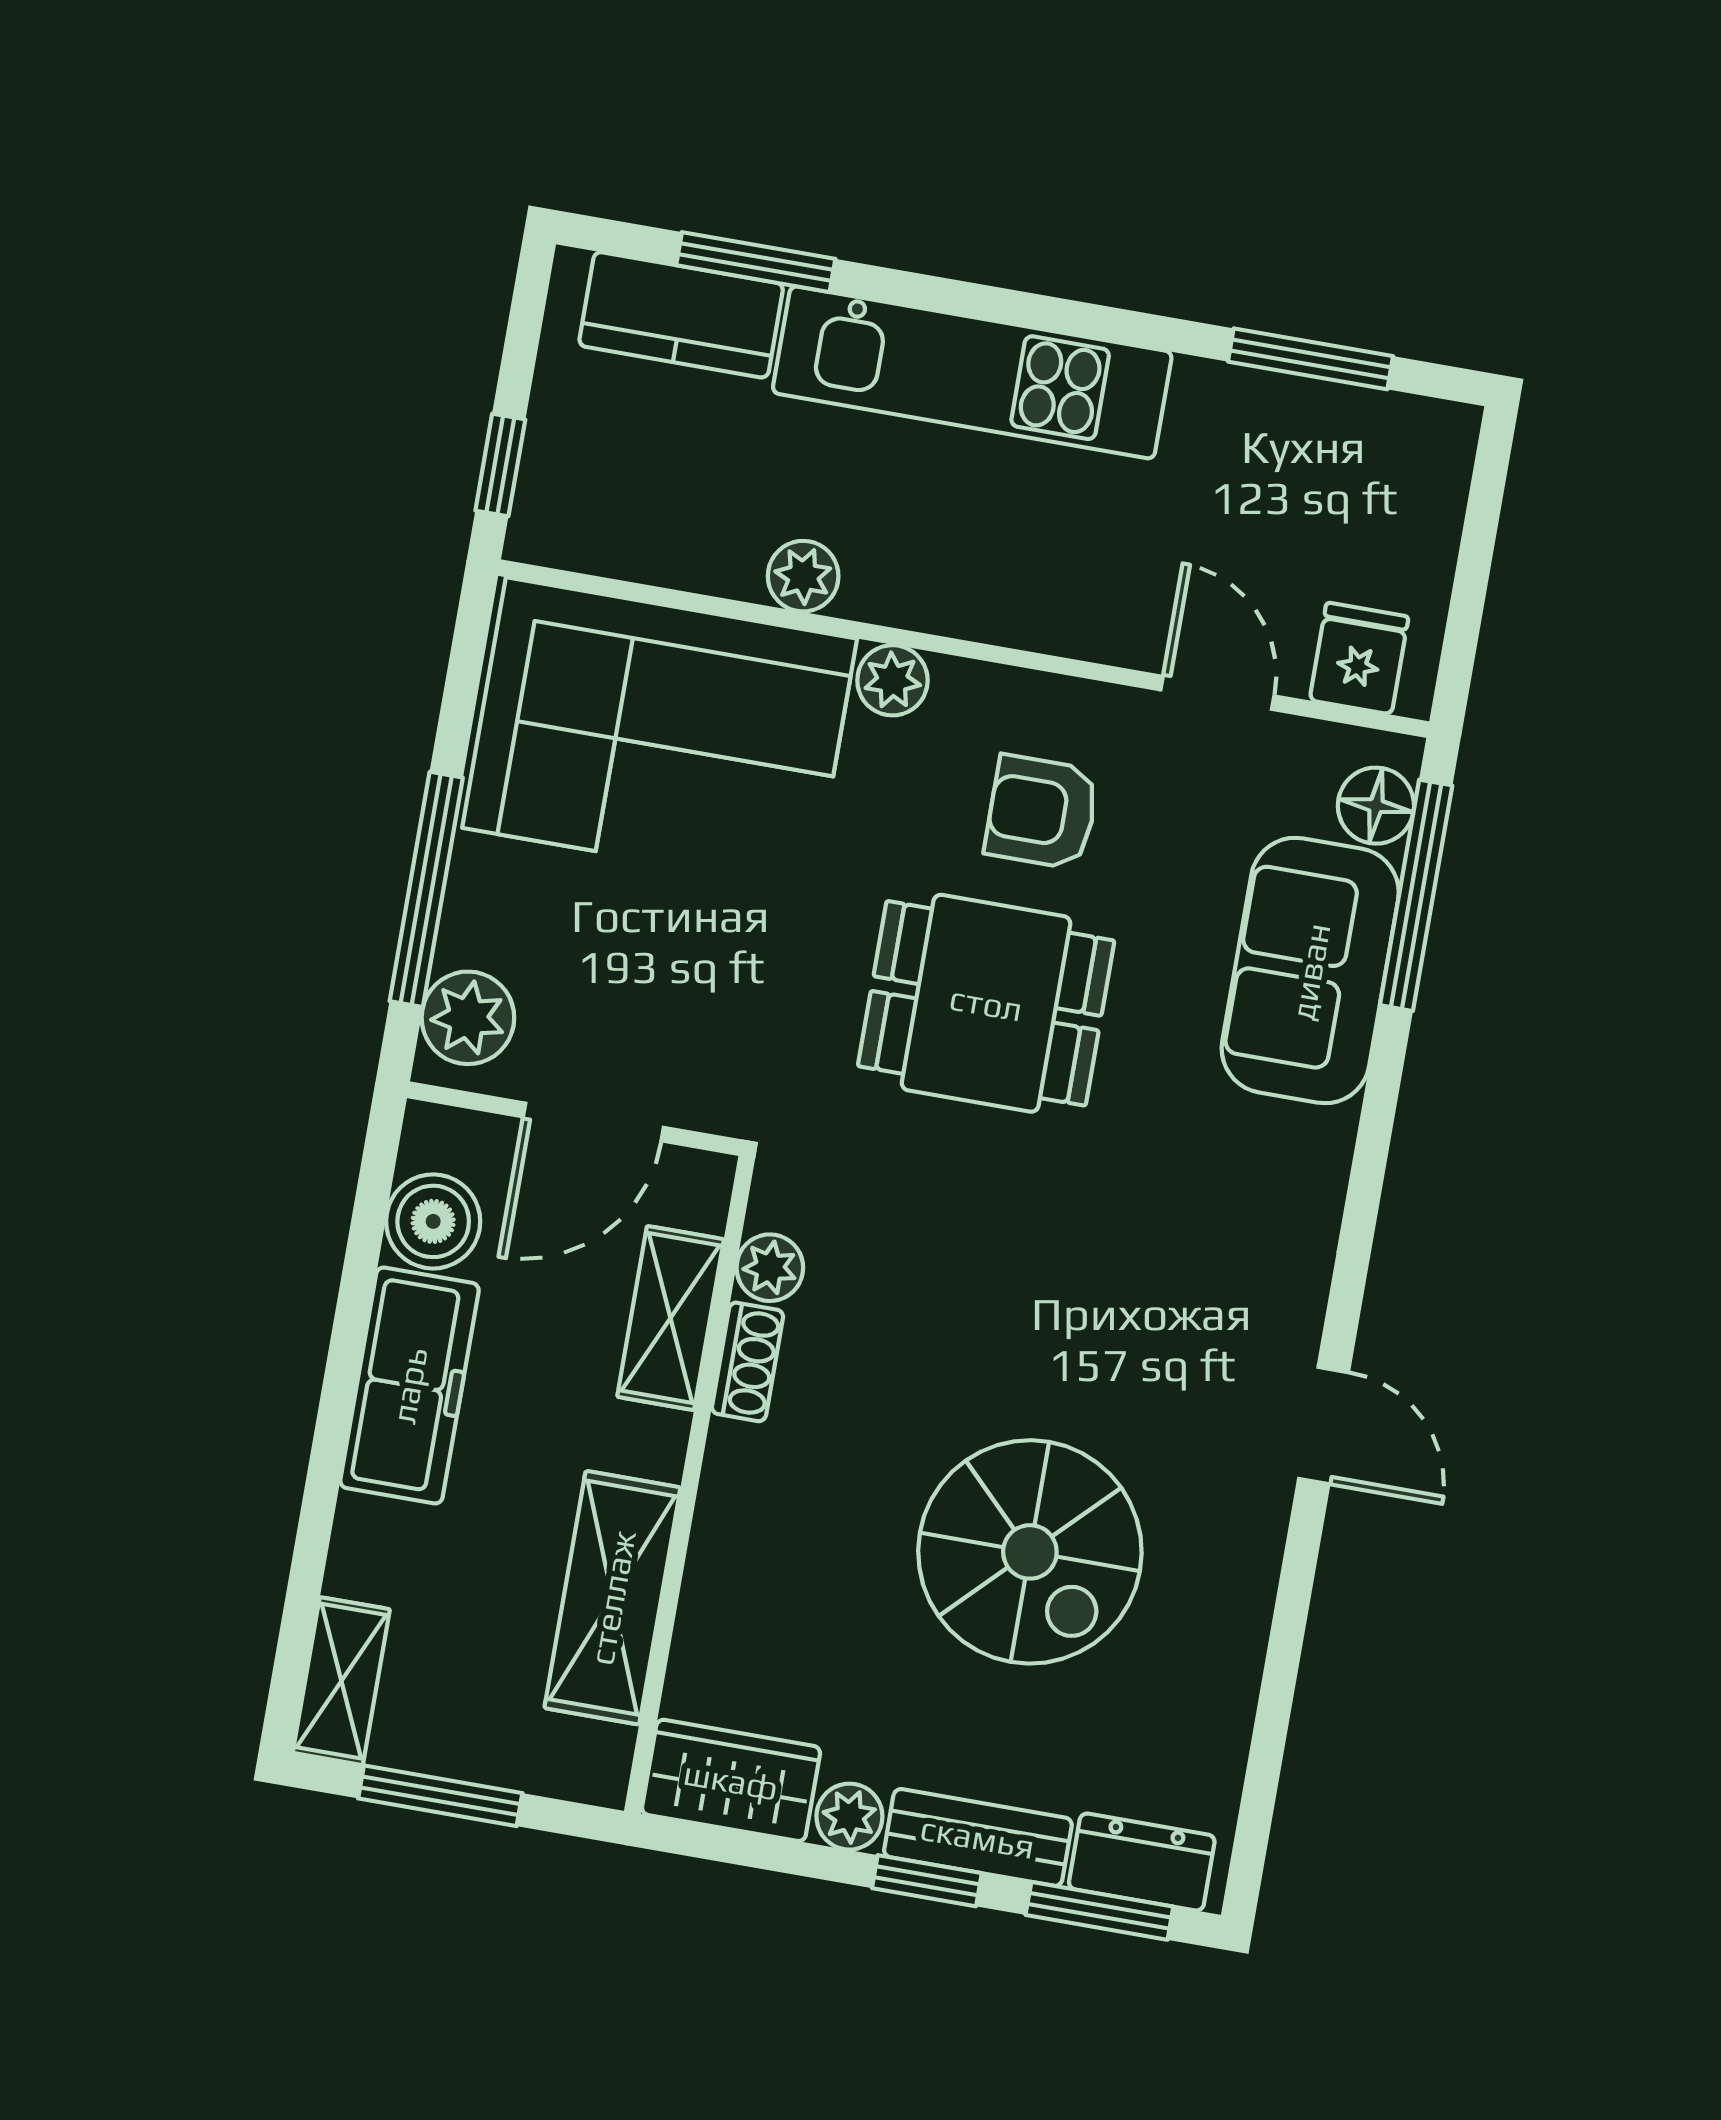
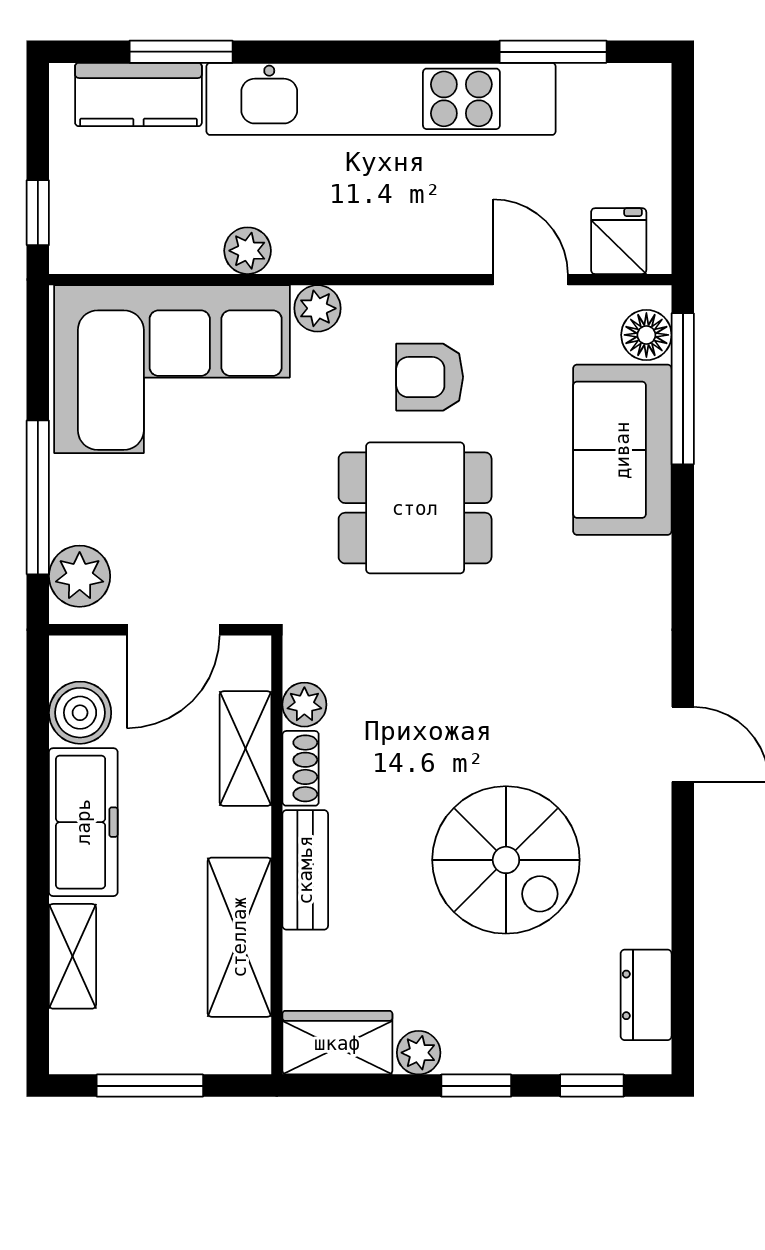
kitchen unit: (972, 372) -> (381, 99), width x1.36
shelving: (341, 1681) -> (72, 956), moved
bench: (978, 1837) -> (305, 870), moved, turned 90
dresser: (1142, 1862) -> (646, 995), moved, turned -90
window: (1099, 1911) -> (592, 1086), width x0.67

